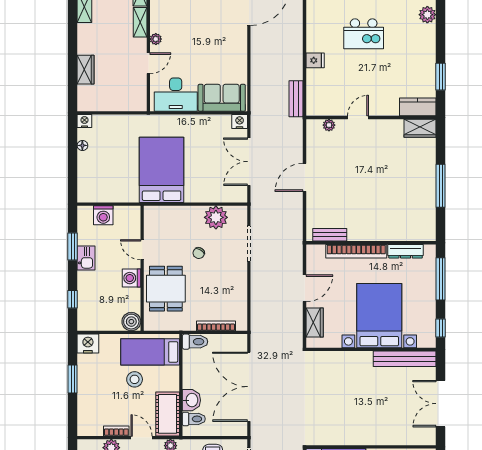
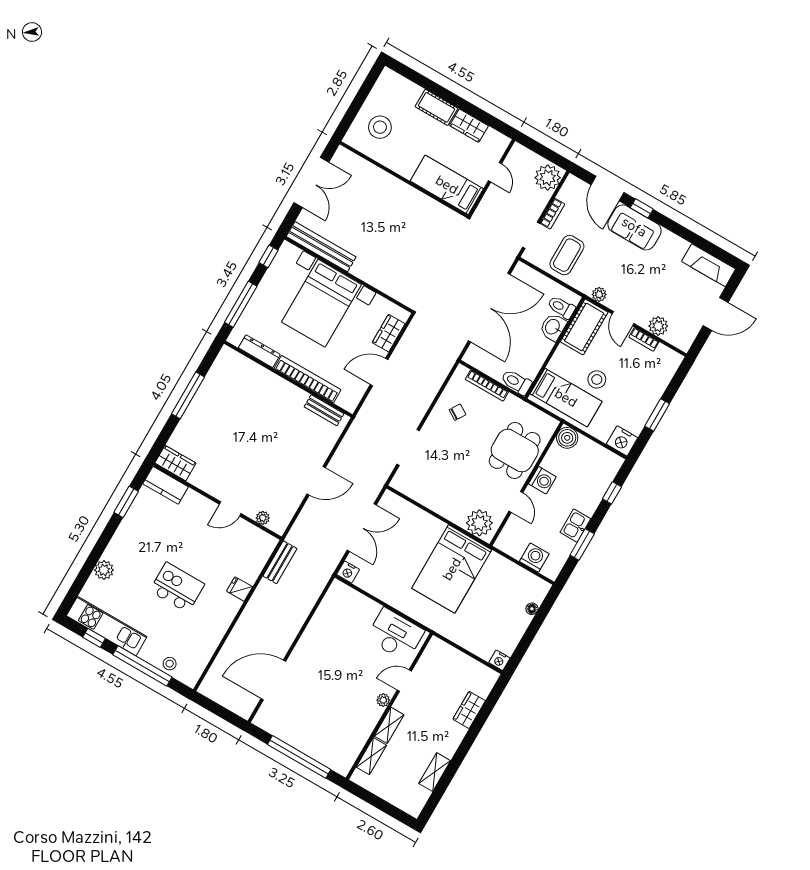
sofa: (222, 98) -> (352, 605), removed
floor lamp: (82, 145) -> (532, 609), moved
plant: (216, 217) -> (479, 523), moved
chair: (199, 253) -> (458, 412), moved

